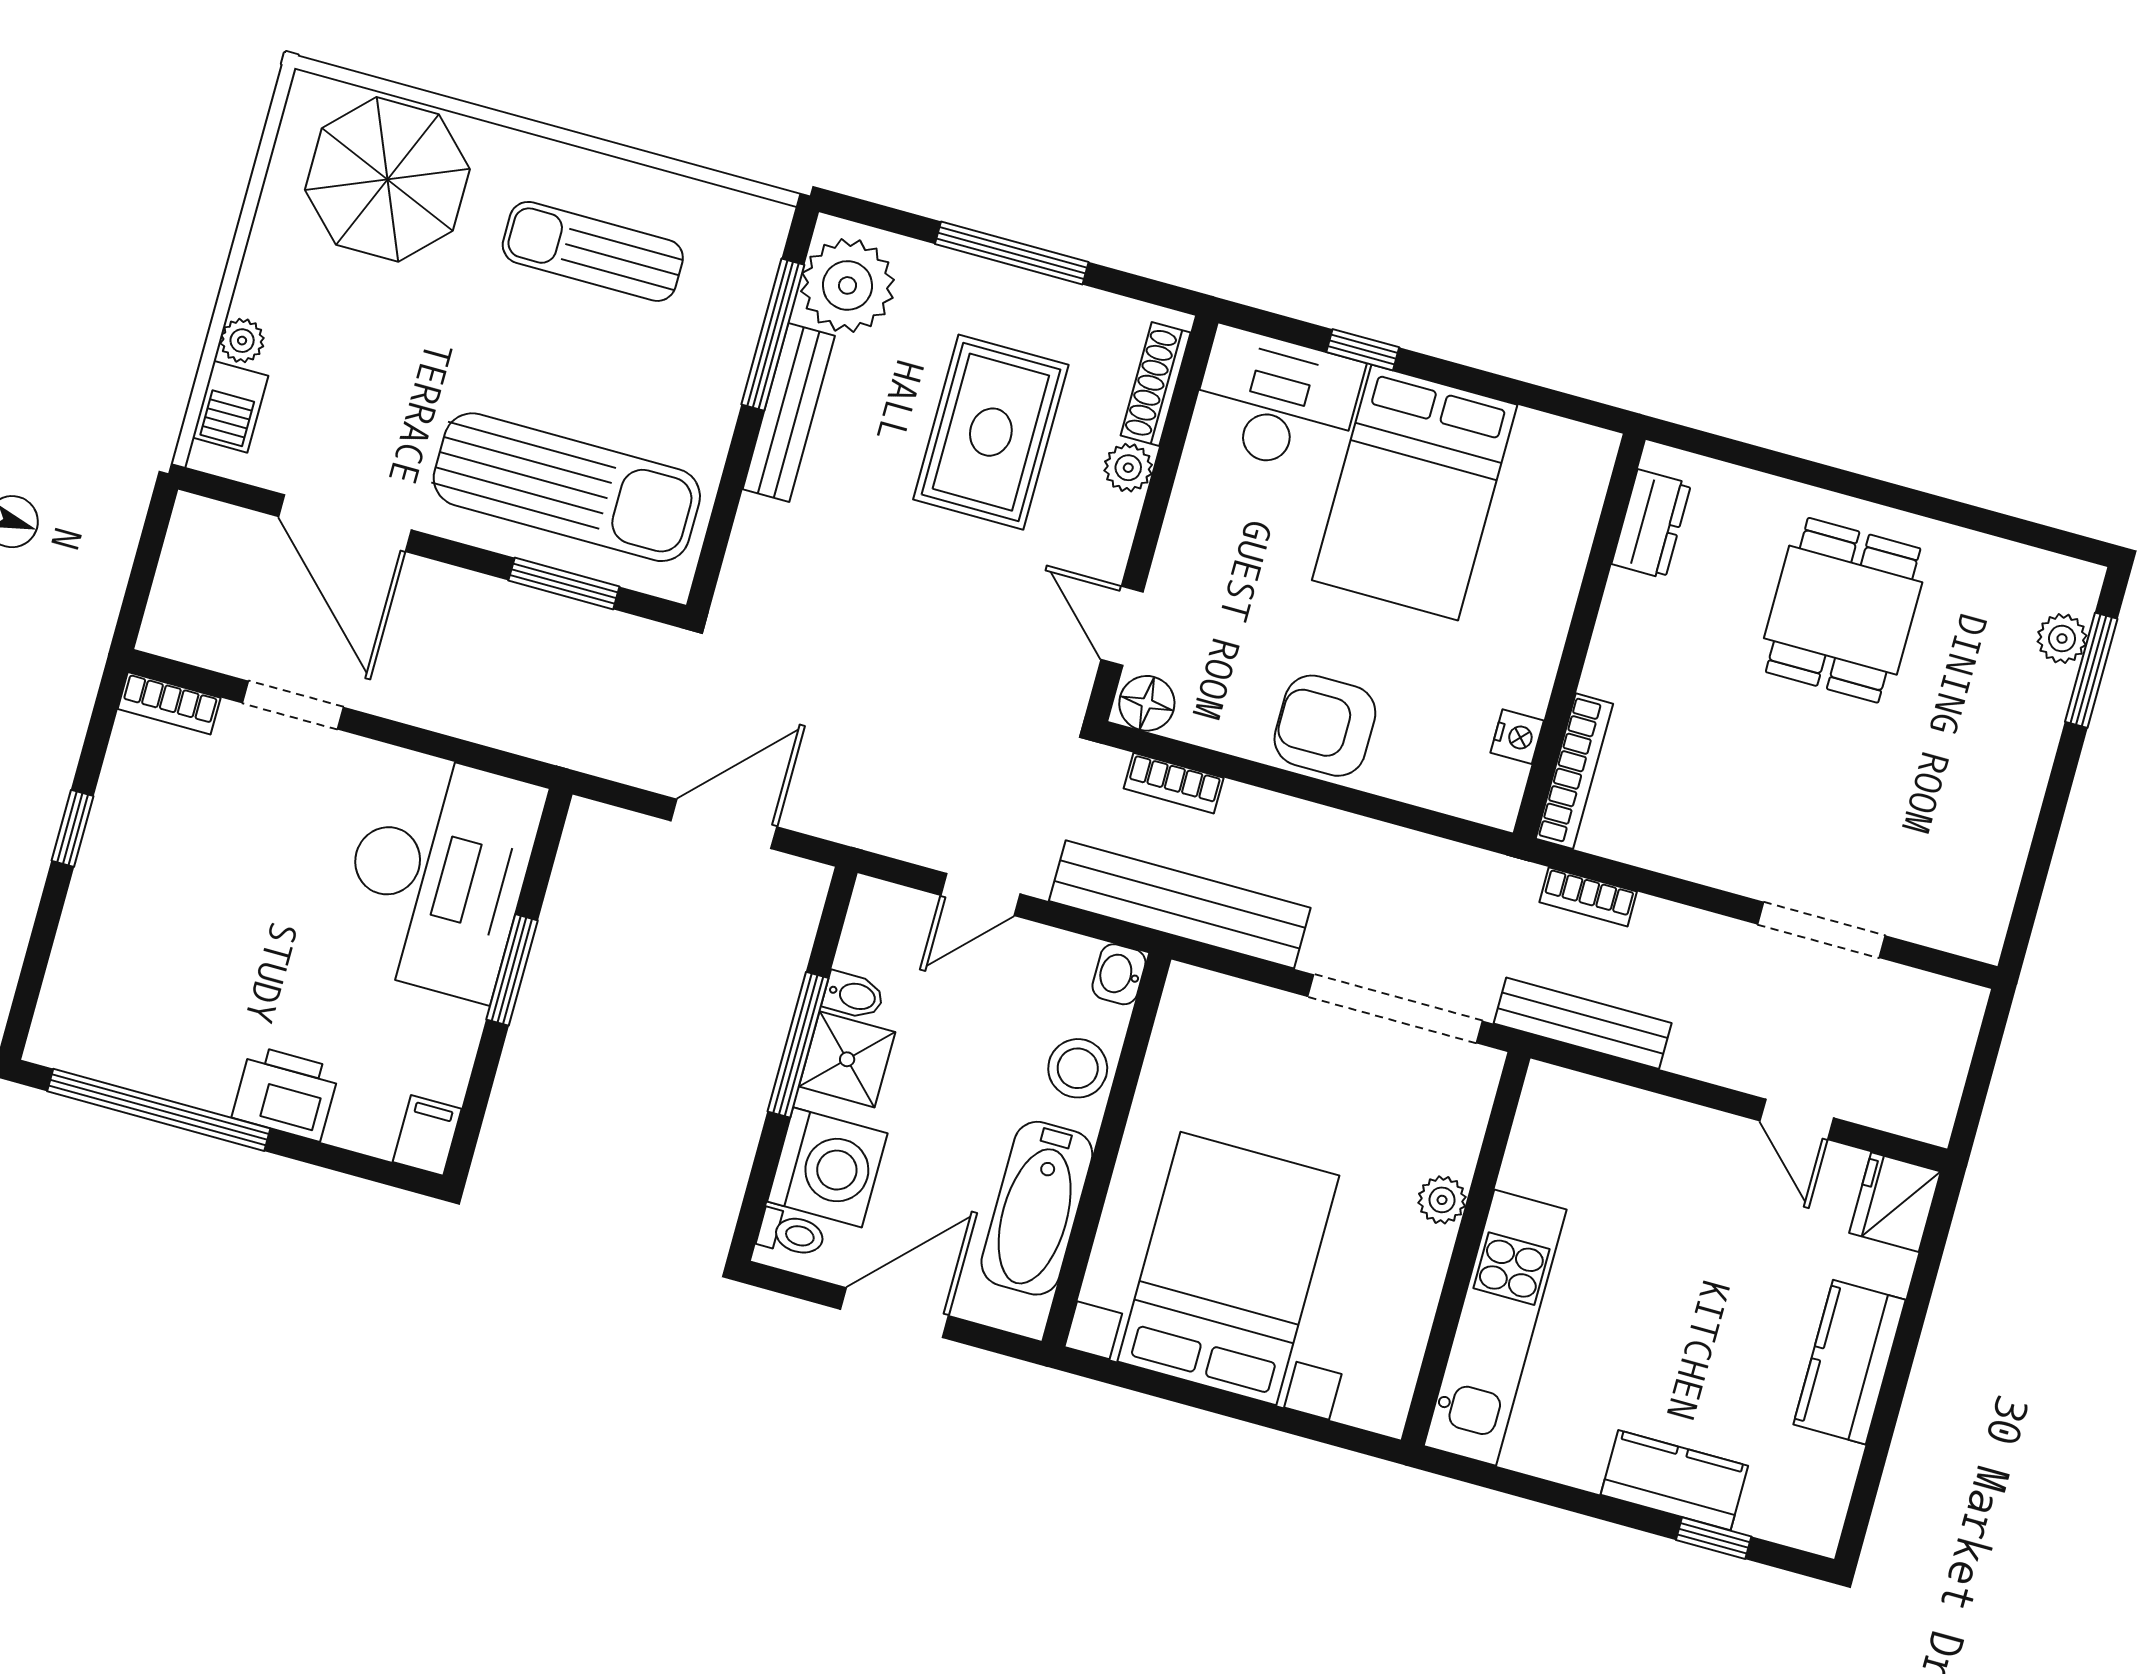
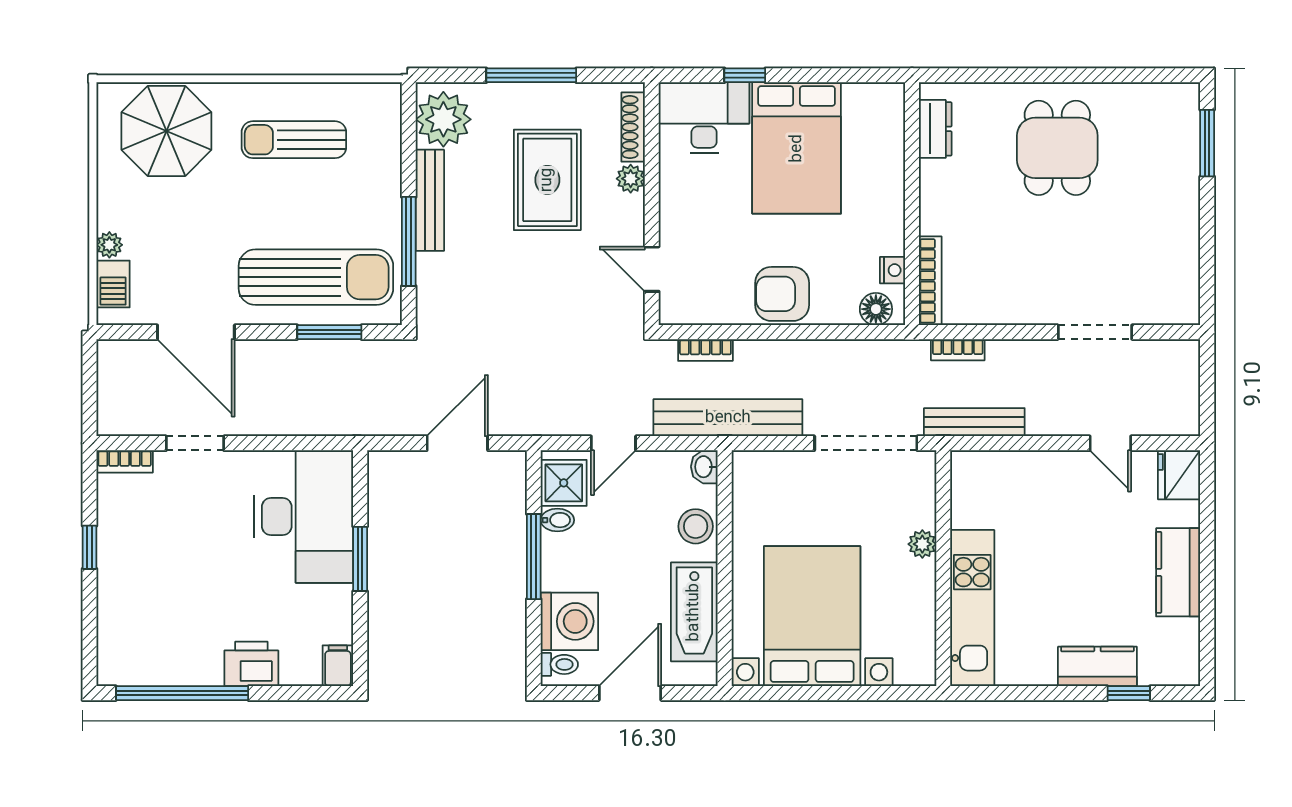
window: (773, 335) -> (409, 241), moved
plant: (2062, 639) -> (1186, 130), removed
floor lamp: (1147, 703) -> (876, 309), moved
shower: (847, 1059) -> (564, 483), moved

